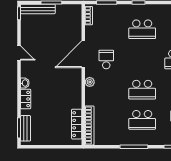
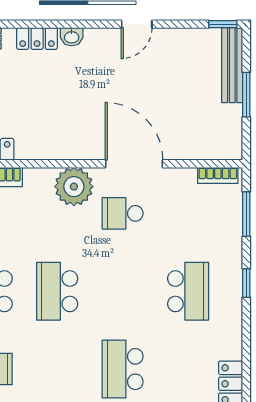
school desk: (142, 29) -> (188, 291), turned 180
school desk: (106, 59) -> (123, 213), turned 180
plant: (90, 82) -> (74, 187), width x1.88, depth x1.88

